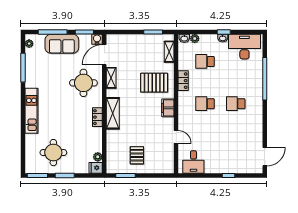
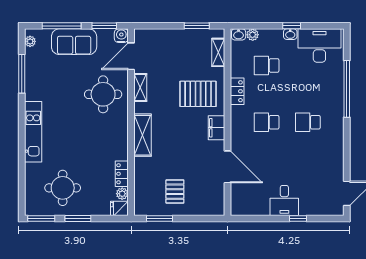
locker: (97, 117) -> (122, 174), moved
door: (176, 137) -> (227, 167), width x1.88
desk: (193, 162) -> (284, 200), moved

